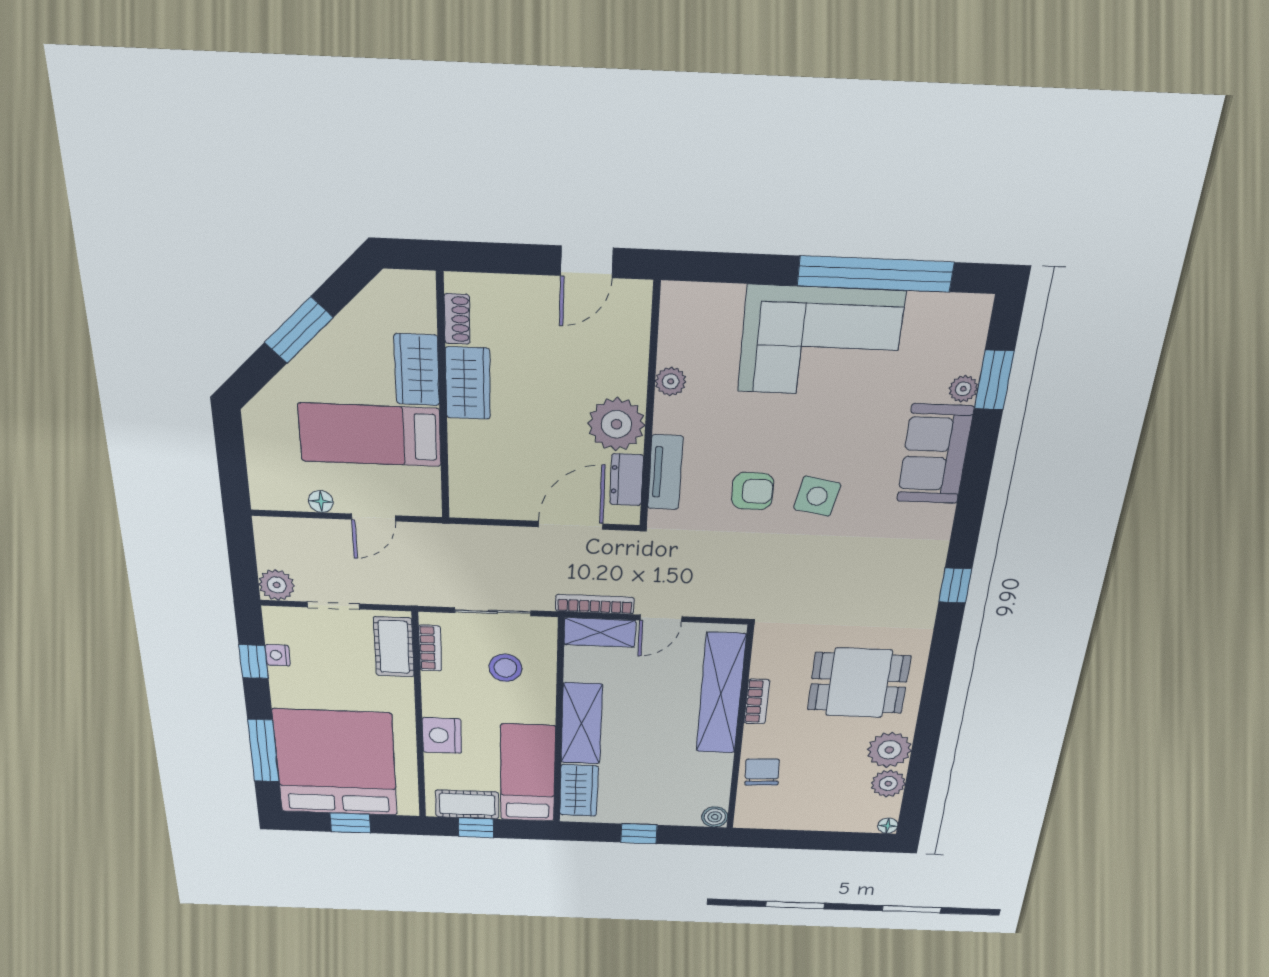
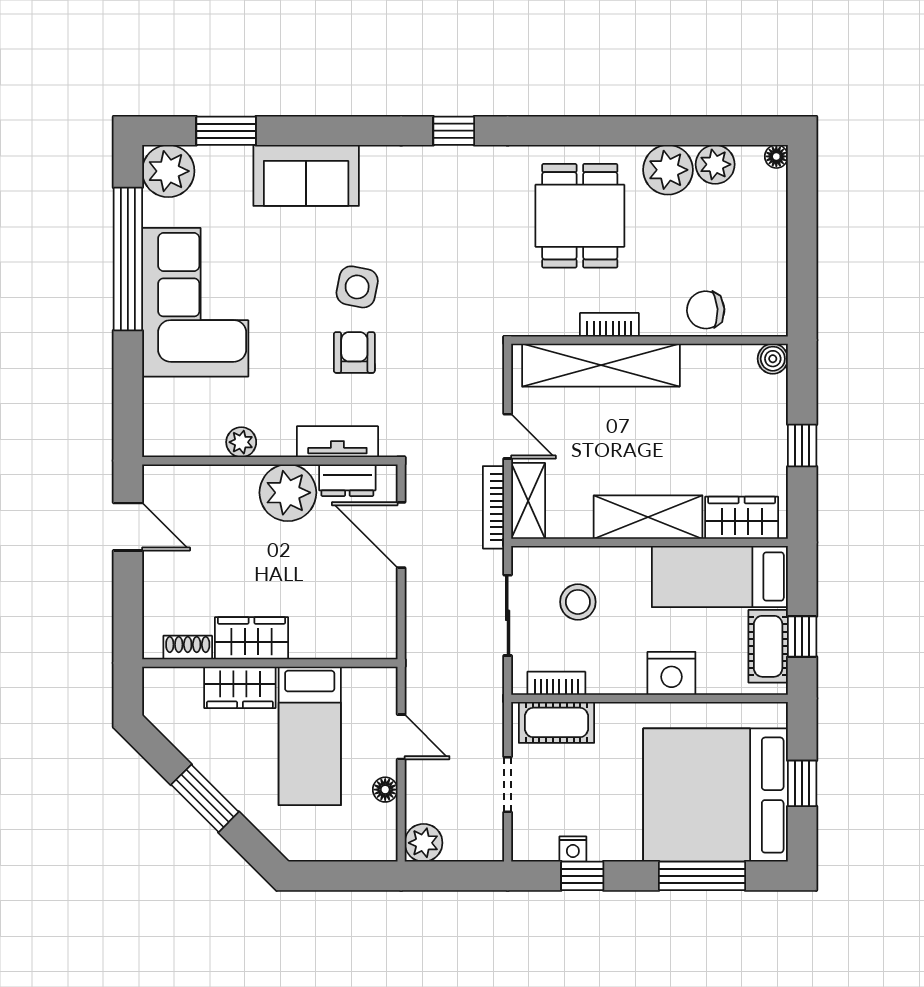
plant: (963, 389) -> (168, 171), moved, width x1.88, depth x1.88
plant: (277, 585) -> (424, 843), moved

